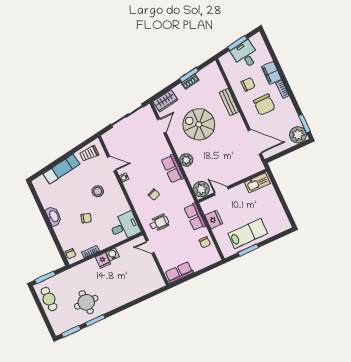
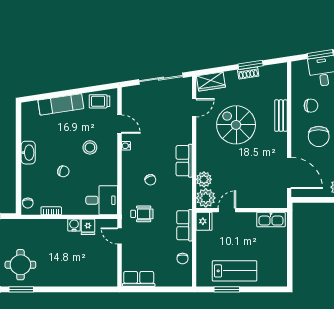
plant: (186, 160) -> (204, 179), moved
door: (221, 191) -> (227, 210), hinge flipped
fridge: (214, 219) -> (204, 221), moved
fridge: (103, 260) -> (88, 227), moved

